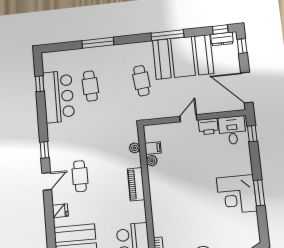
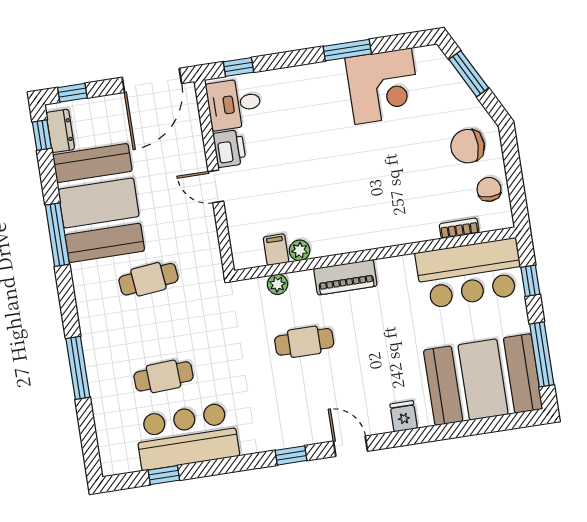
cafe table: (80, 176) -> (304, 342), moved
corner desk: (237, 194) -> (383, 86), moved

